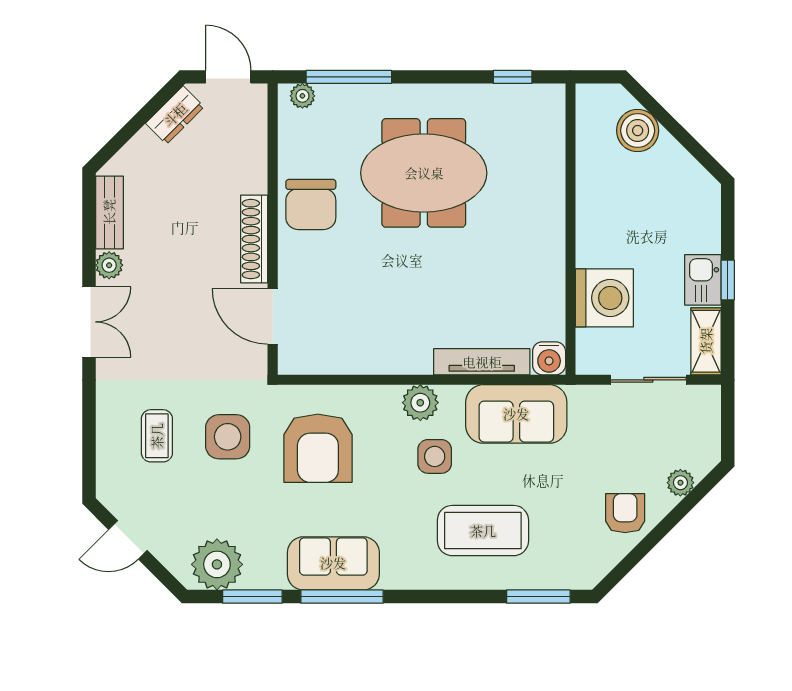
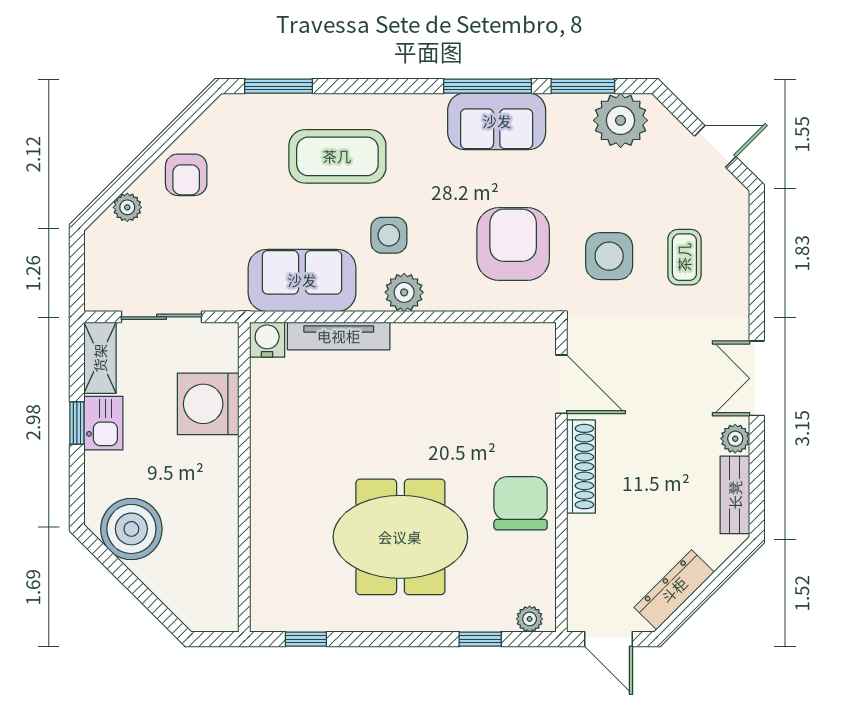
window: (349, 77) -> (480, 639), width x0.46
dresser: (175, 115) -> (674, 590), width x1.44
boiler: (638, 131) -> (131, 529), moved, width x1.37, depth x1.37

